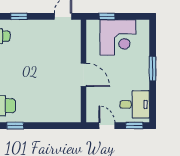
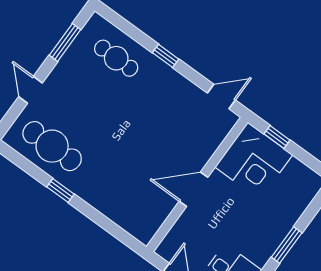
corner desk: (118, 38) -> (254, 161), moved
door: (84, 75) -> (194, 189), swing flipped

